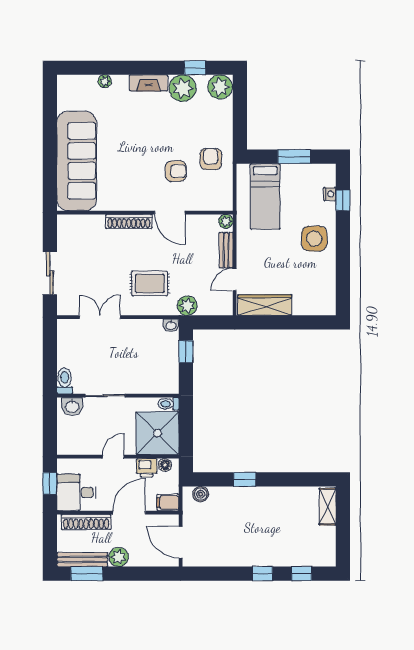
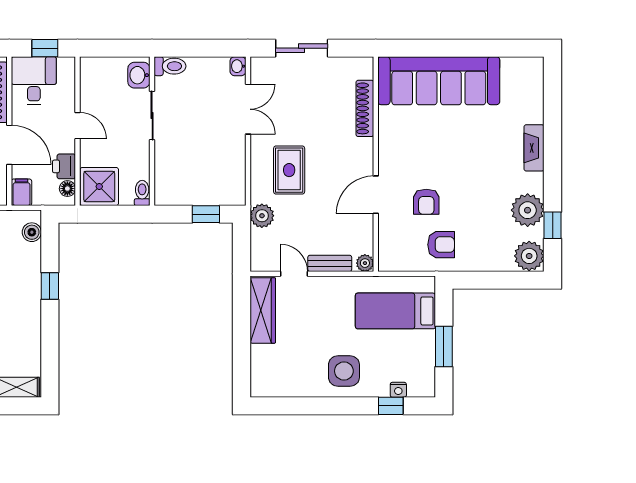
plant: (105, 81) -> (536, 115), removed
fireplace: (149, 83) -> (534, 148), moved
shoe rack: (129, 221) -> (365, 108), moved
washbasin: (171, 325) -> (238, 66), moved
shower: (157, 433) -> (99, 187), width x0.73, depth x0.73

